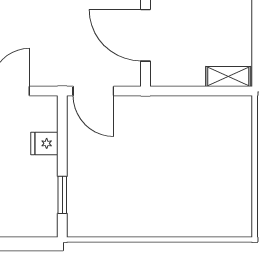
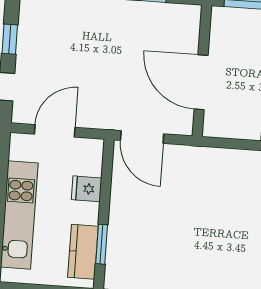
kitchen counter: (45, 203) -> (83, 252), added

